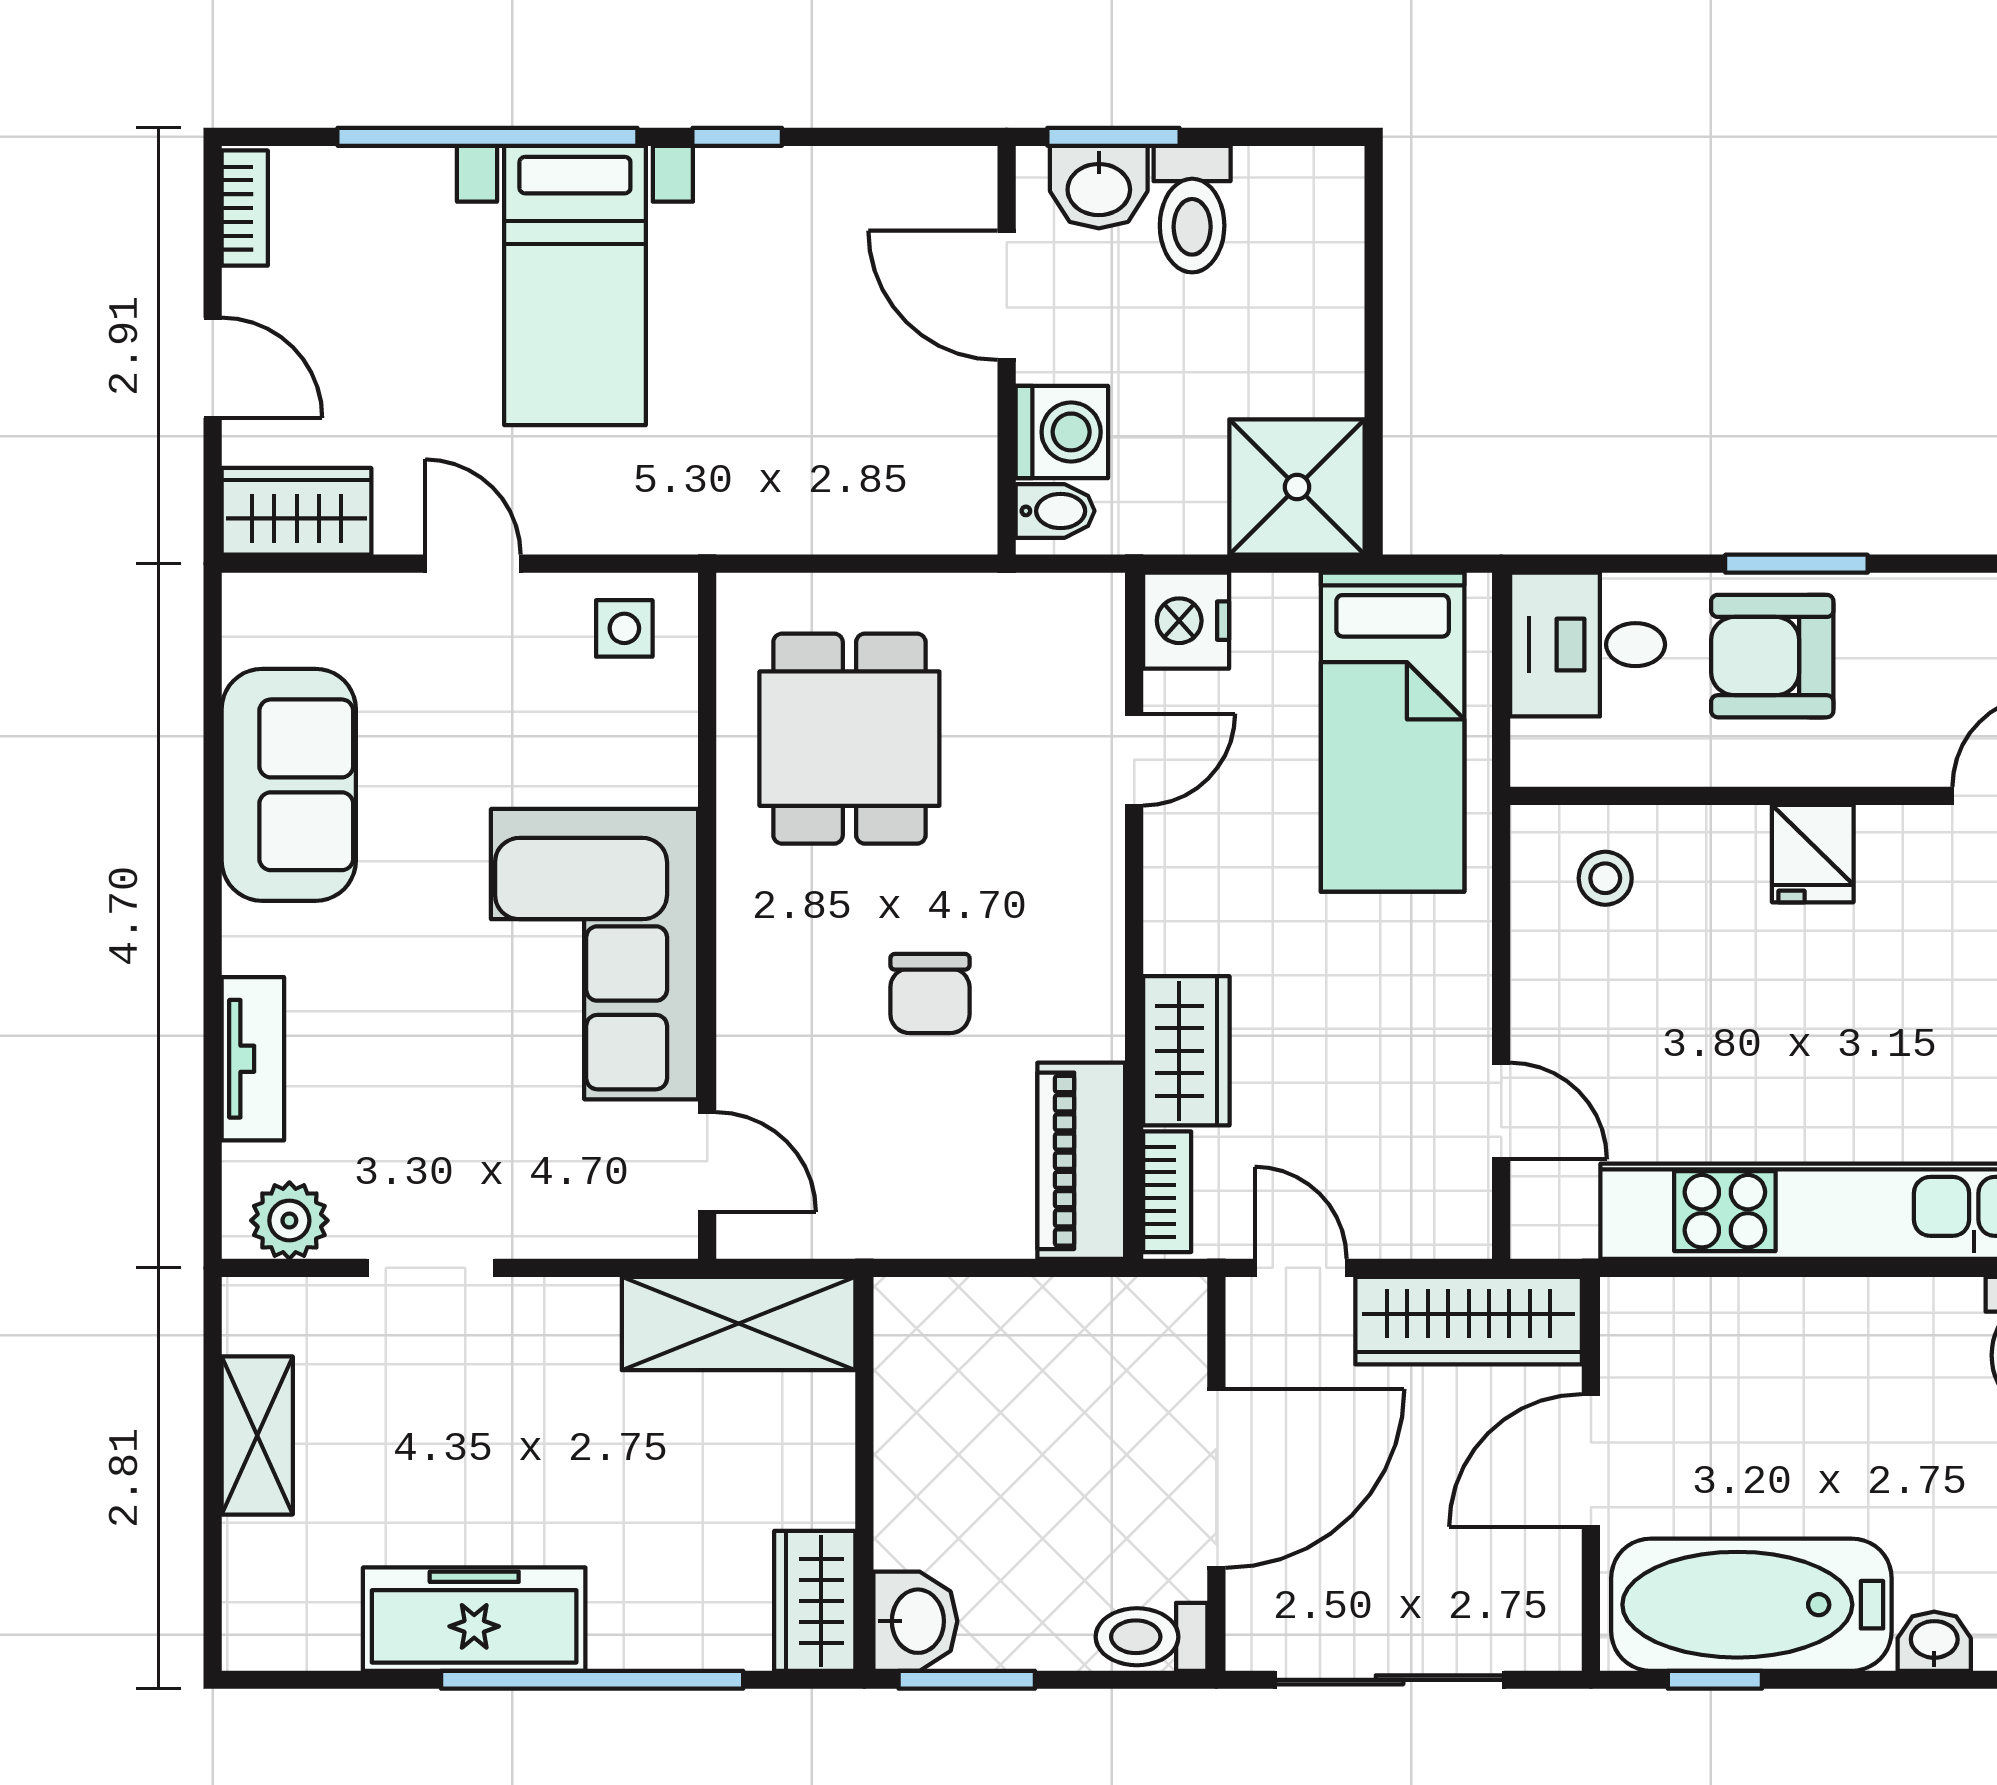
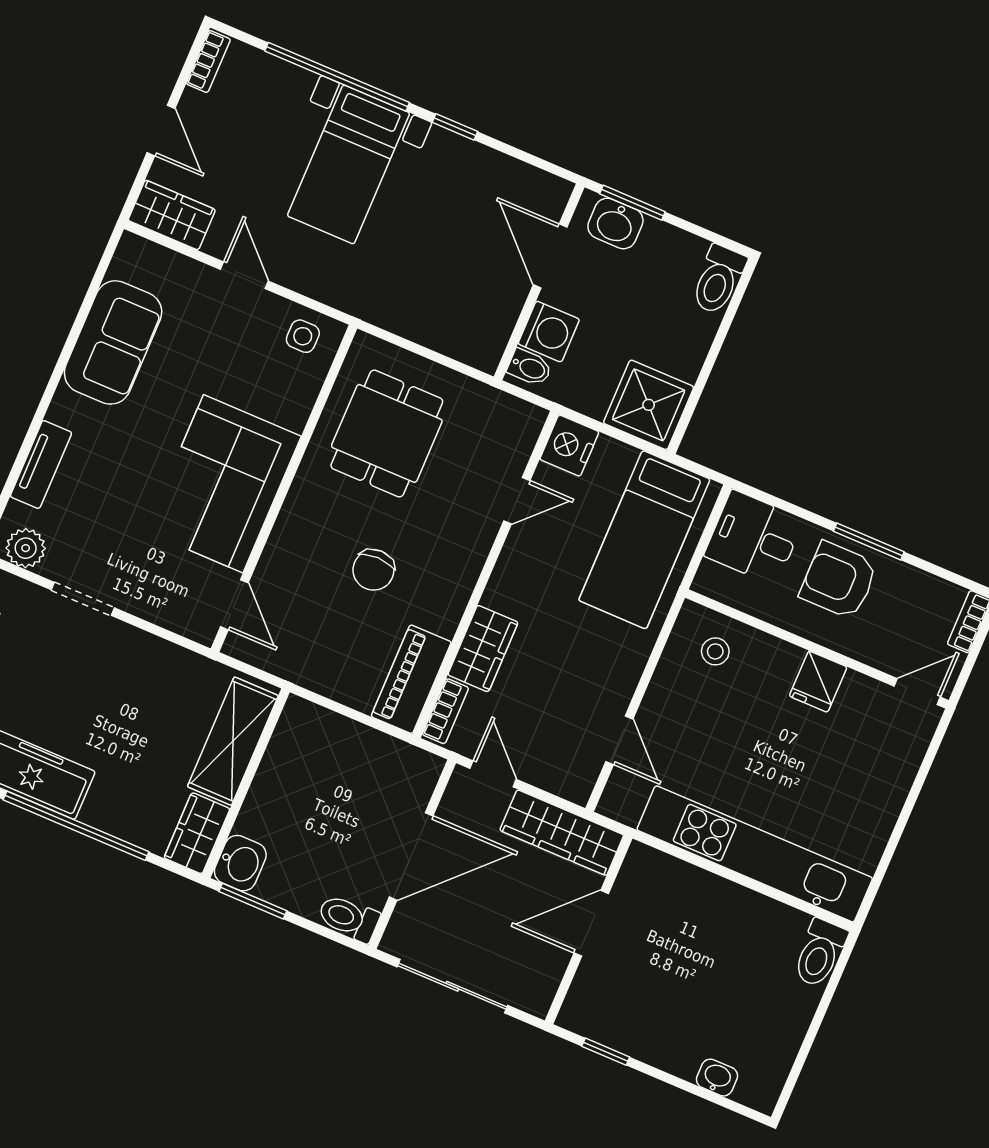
toilet: (1192, 209) -> (718, 280), moved
shelving: (739, 1324) -> (233, 741), moved, turned 90
bathtub: (1751, 1605) -> (638, 1024), removed

